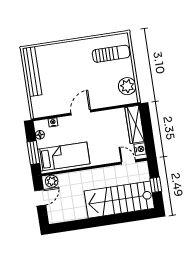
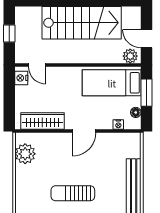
sun lounger: (111, 54) -> (73, 193), moved
wardrobe: (135, 124) -> (42, 121), moved, turned -90
door: (40, 198) -> (146, 39), hinge flipped
stairs: (119, 200) -> (82, 23), moved

